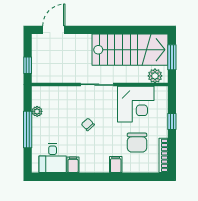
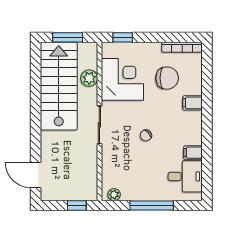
plant: (155, 76) -> (89, 78), moved
plant: (37, 111) -> (114, 195), moved
window: (172, 121) -> (123, 37), moved

